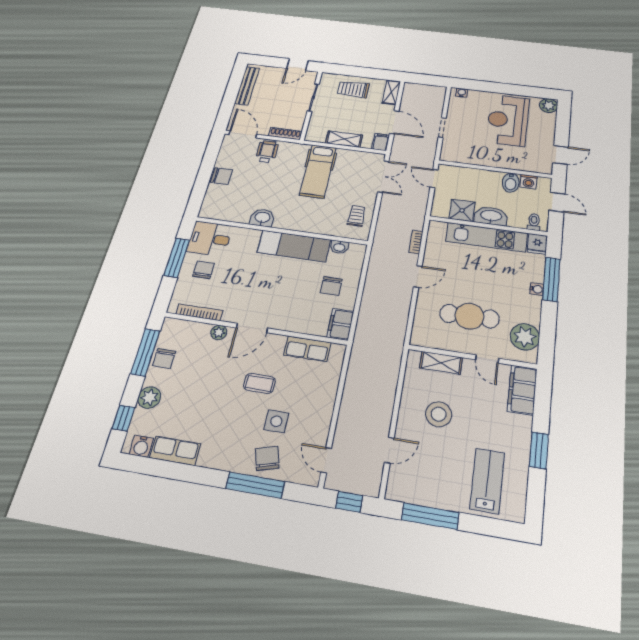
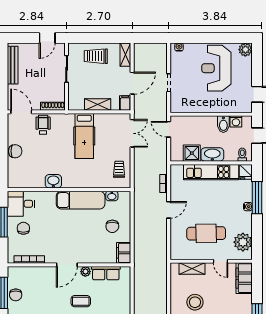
door: (394, 122) -> (132, 83), hinge flipped
plant: (219, 332) -> (85, 272), moved

